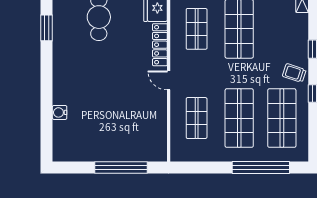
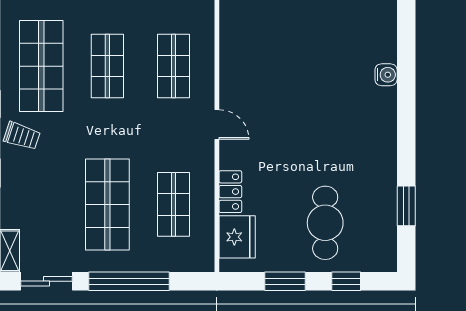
locker: (160, 45) -> (230, 192), width x0.66
shop shelf: (239, 118) -> (107, 66), width x0.70, depth x0.74

